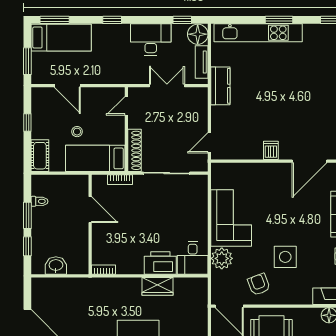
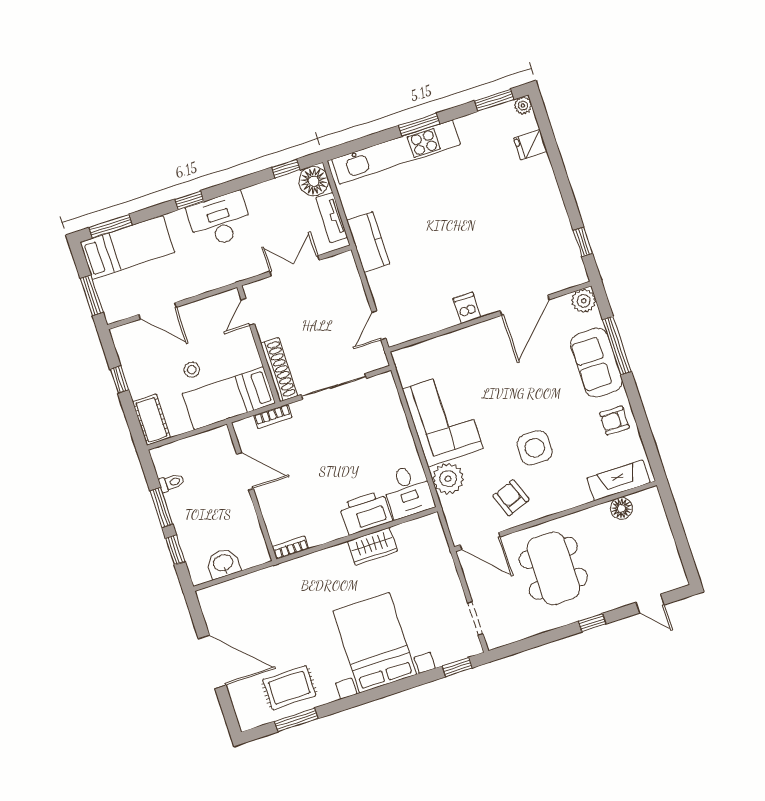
desk: (151, 39) -> (220, 220), moved

